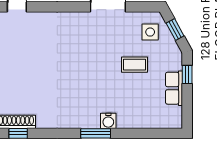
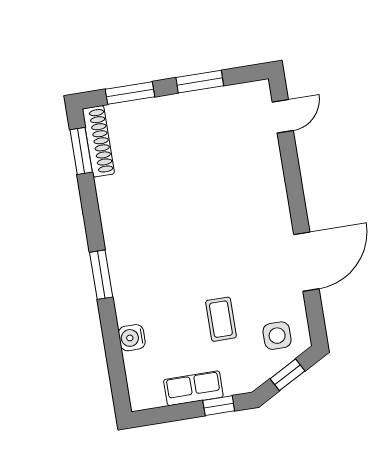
water cooler: (108, 121) -> (132, 338), moved
window: (18, 133) -> (81, 151), width x1.50

